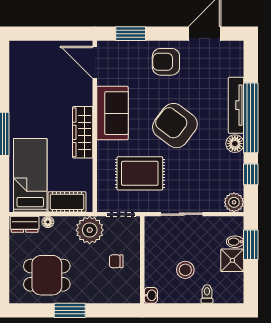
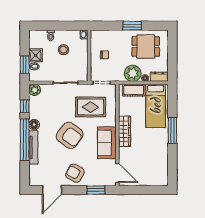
armchair: (166, 62) -> (75, 173), turned -152
plant: (90, 230) -> (133, 73), moved

